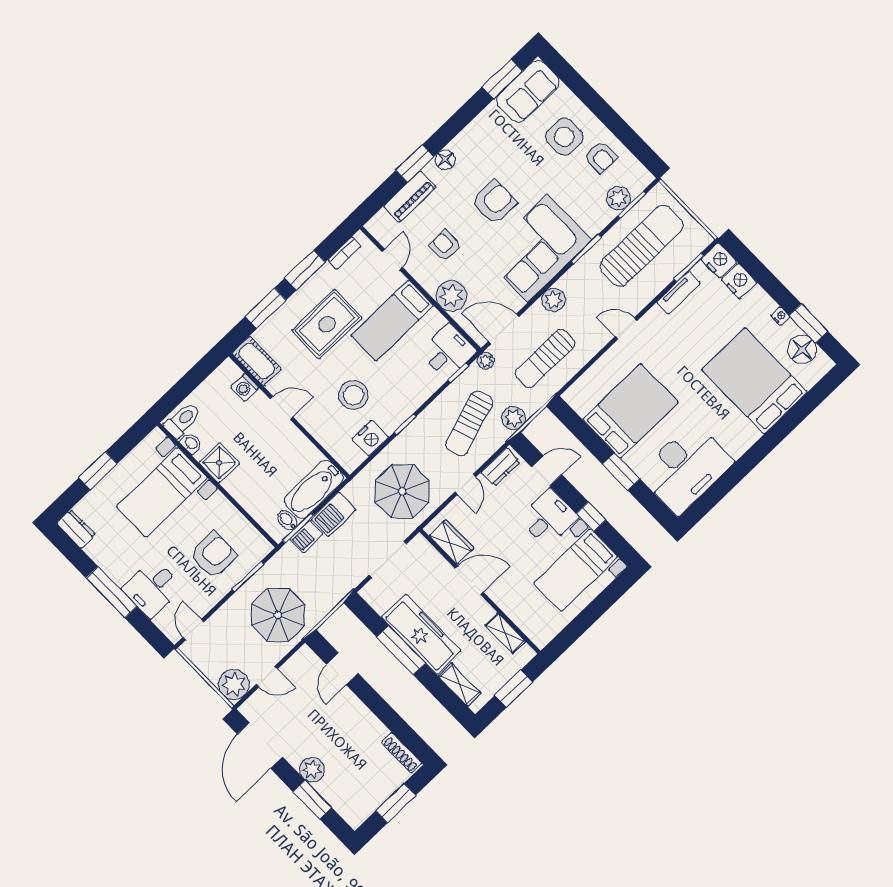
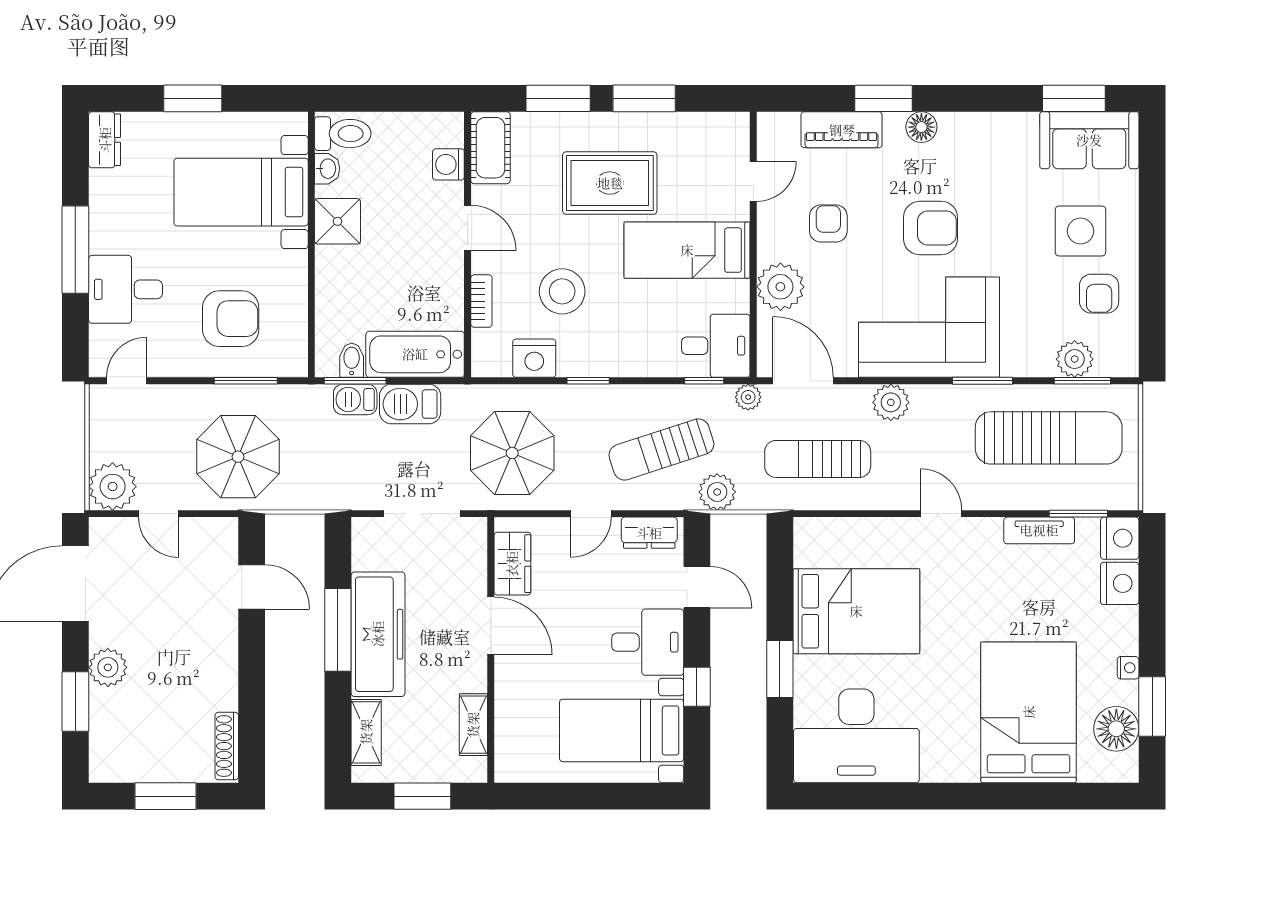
bookcase: (344, 253) -> (481, 301), moved, turned -90
door: (342, 669) -> (252, 587), swing flipped

